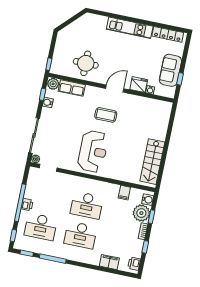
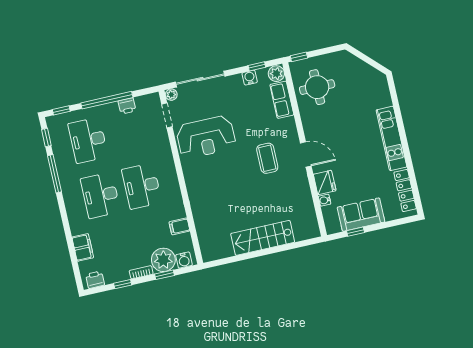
round table: (86, 63) -> (317, 87), moved
reception desk: (93, 151) -> (206, 137), moved
stairs: (152, 162) -> (263, 238), moved
printer: (27, 205) -> (127, 106), moved

